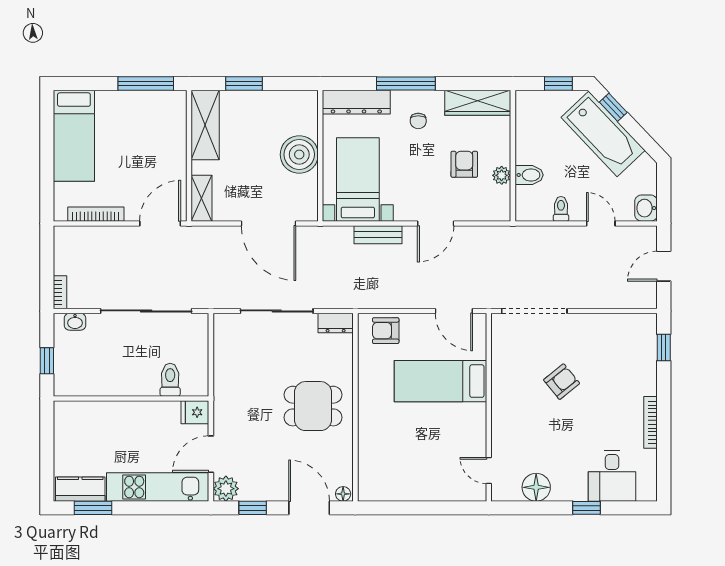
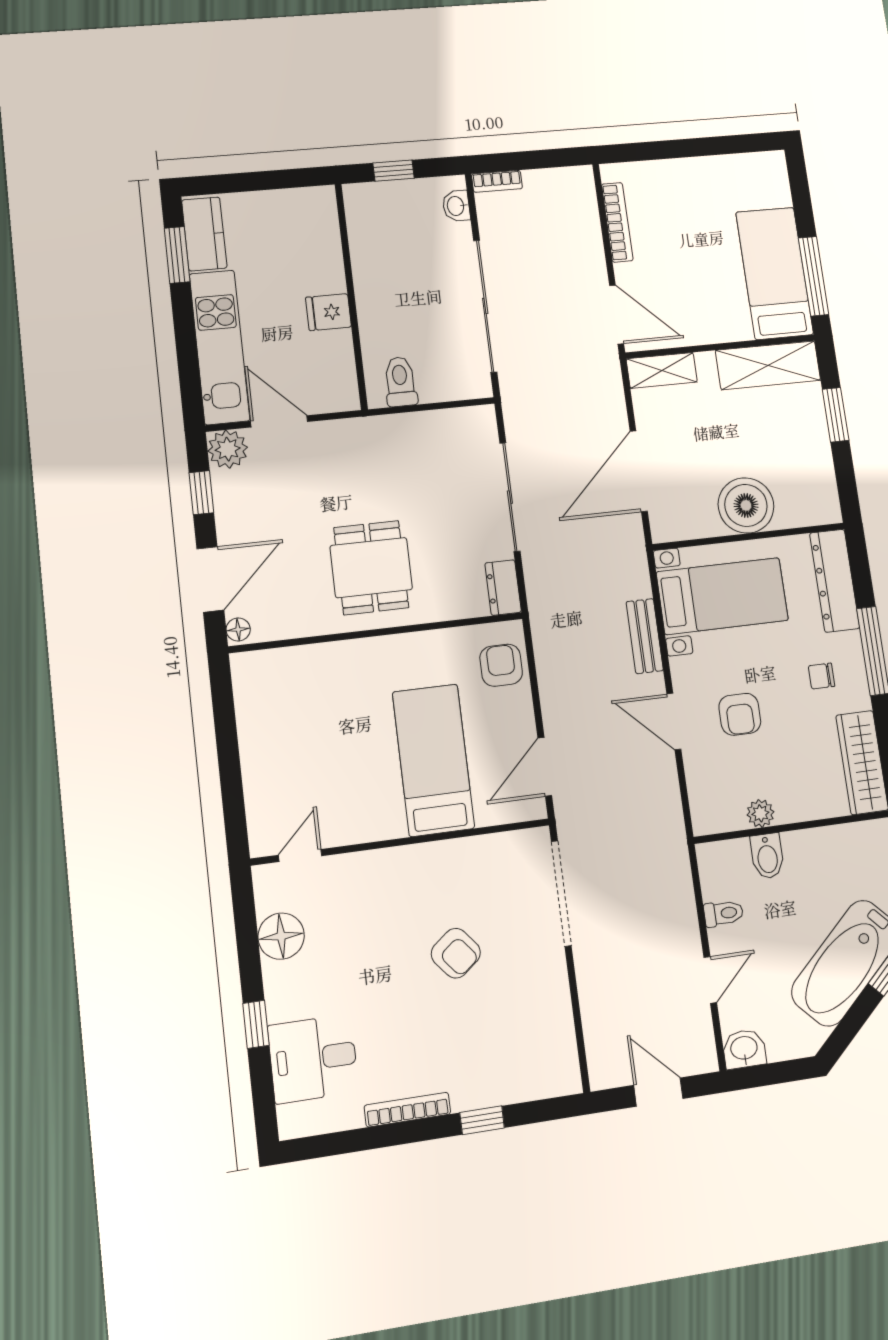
bed: (74, 136) -> (774, 273), moved, turned 90
armchair: (464, 164) -> (740, 714), moved, turned 90
window: (664, 347) -> (482, 1120), moved
toilet: (170, 380) -> (400, 382), moved, turned -90
fridge: (195, 412) -> (328, 312), moved, turned -90

